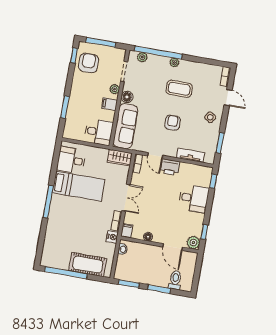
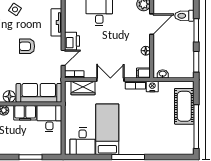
filing cabinet: (110, 104) -> (25, 113), width x2.00
wardrobe: (120, 158) -> (83, 88), moved, turned 90

